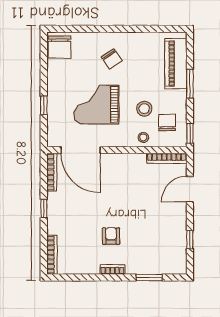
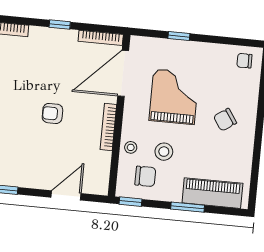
chair: (60, 47) -> (244, 61), width x0.54, depth x0.54
bookcase: (167, 158) -> (108, 127), moved
door: (190, 189) -> (66, 195), hinge flipped
armchair: (111, 236) -> (52, 113), moved, turned 180

